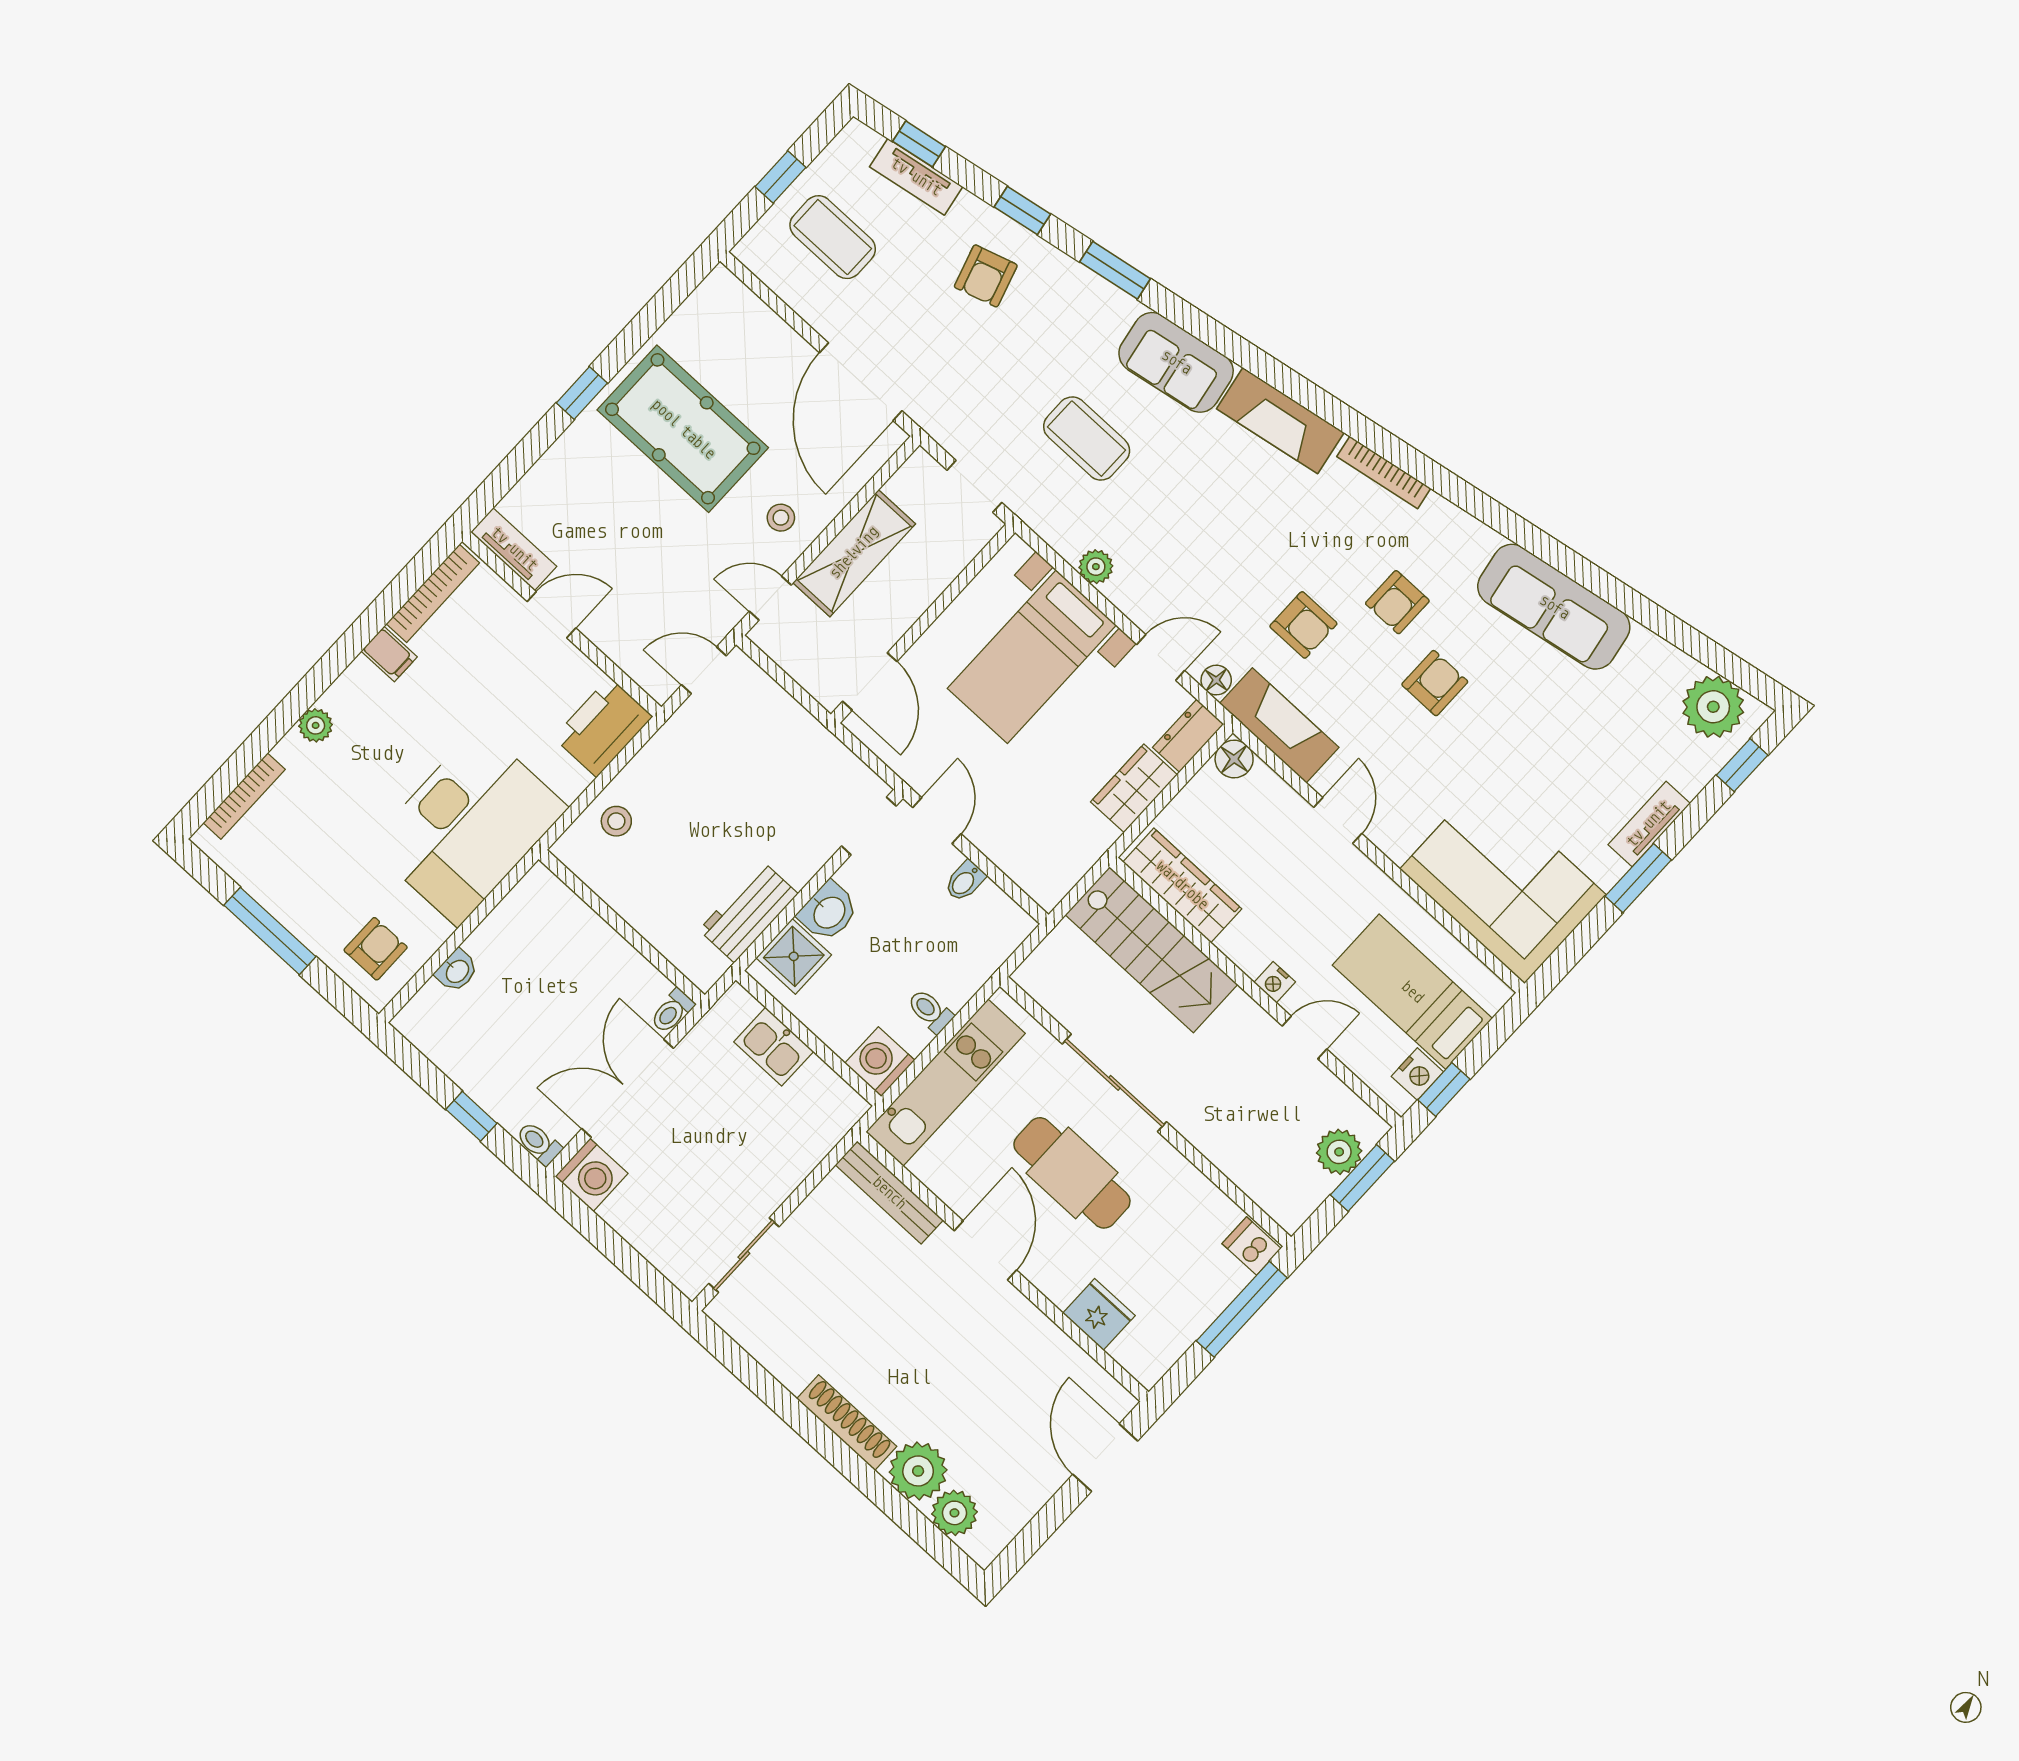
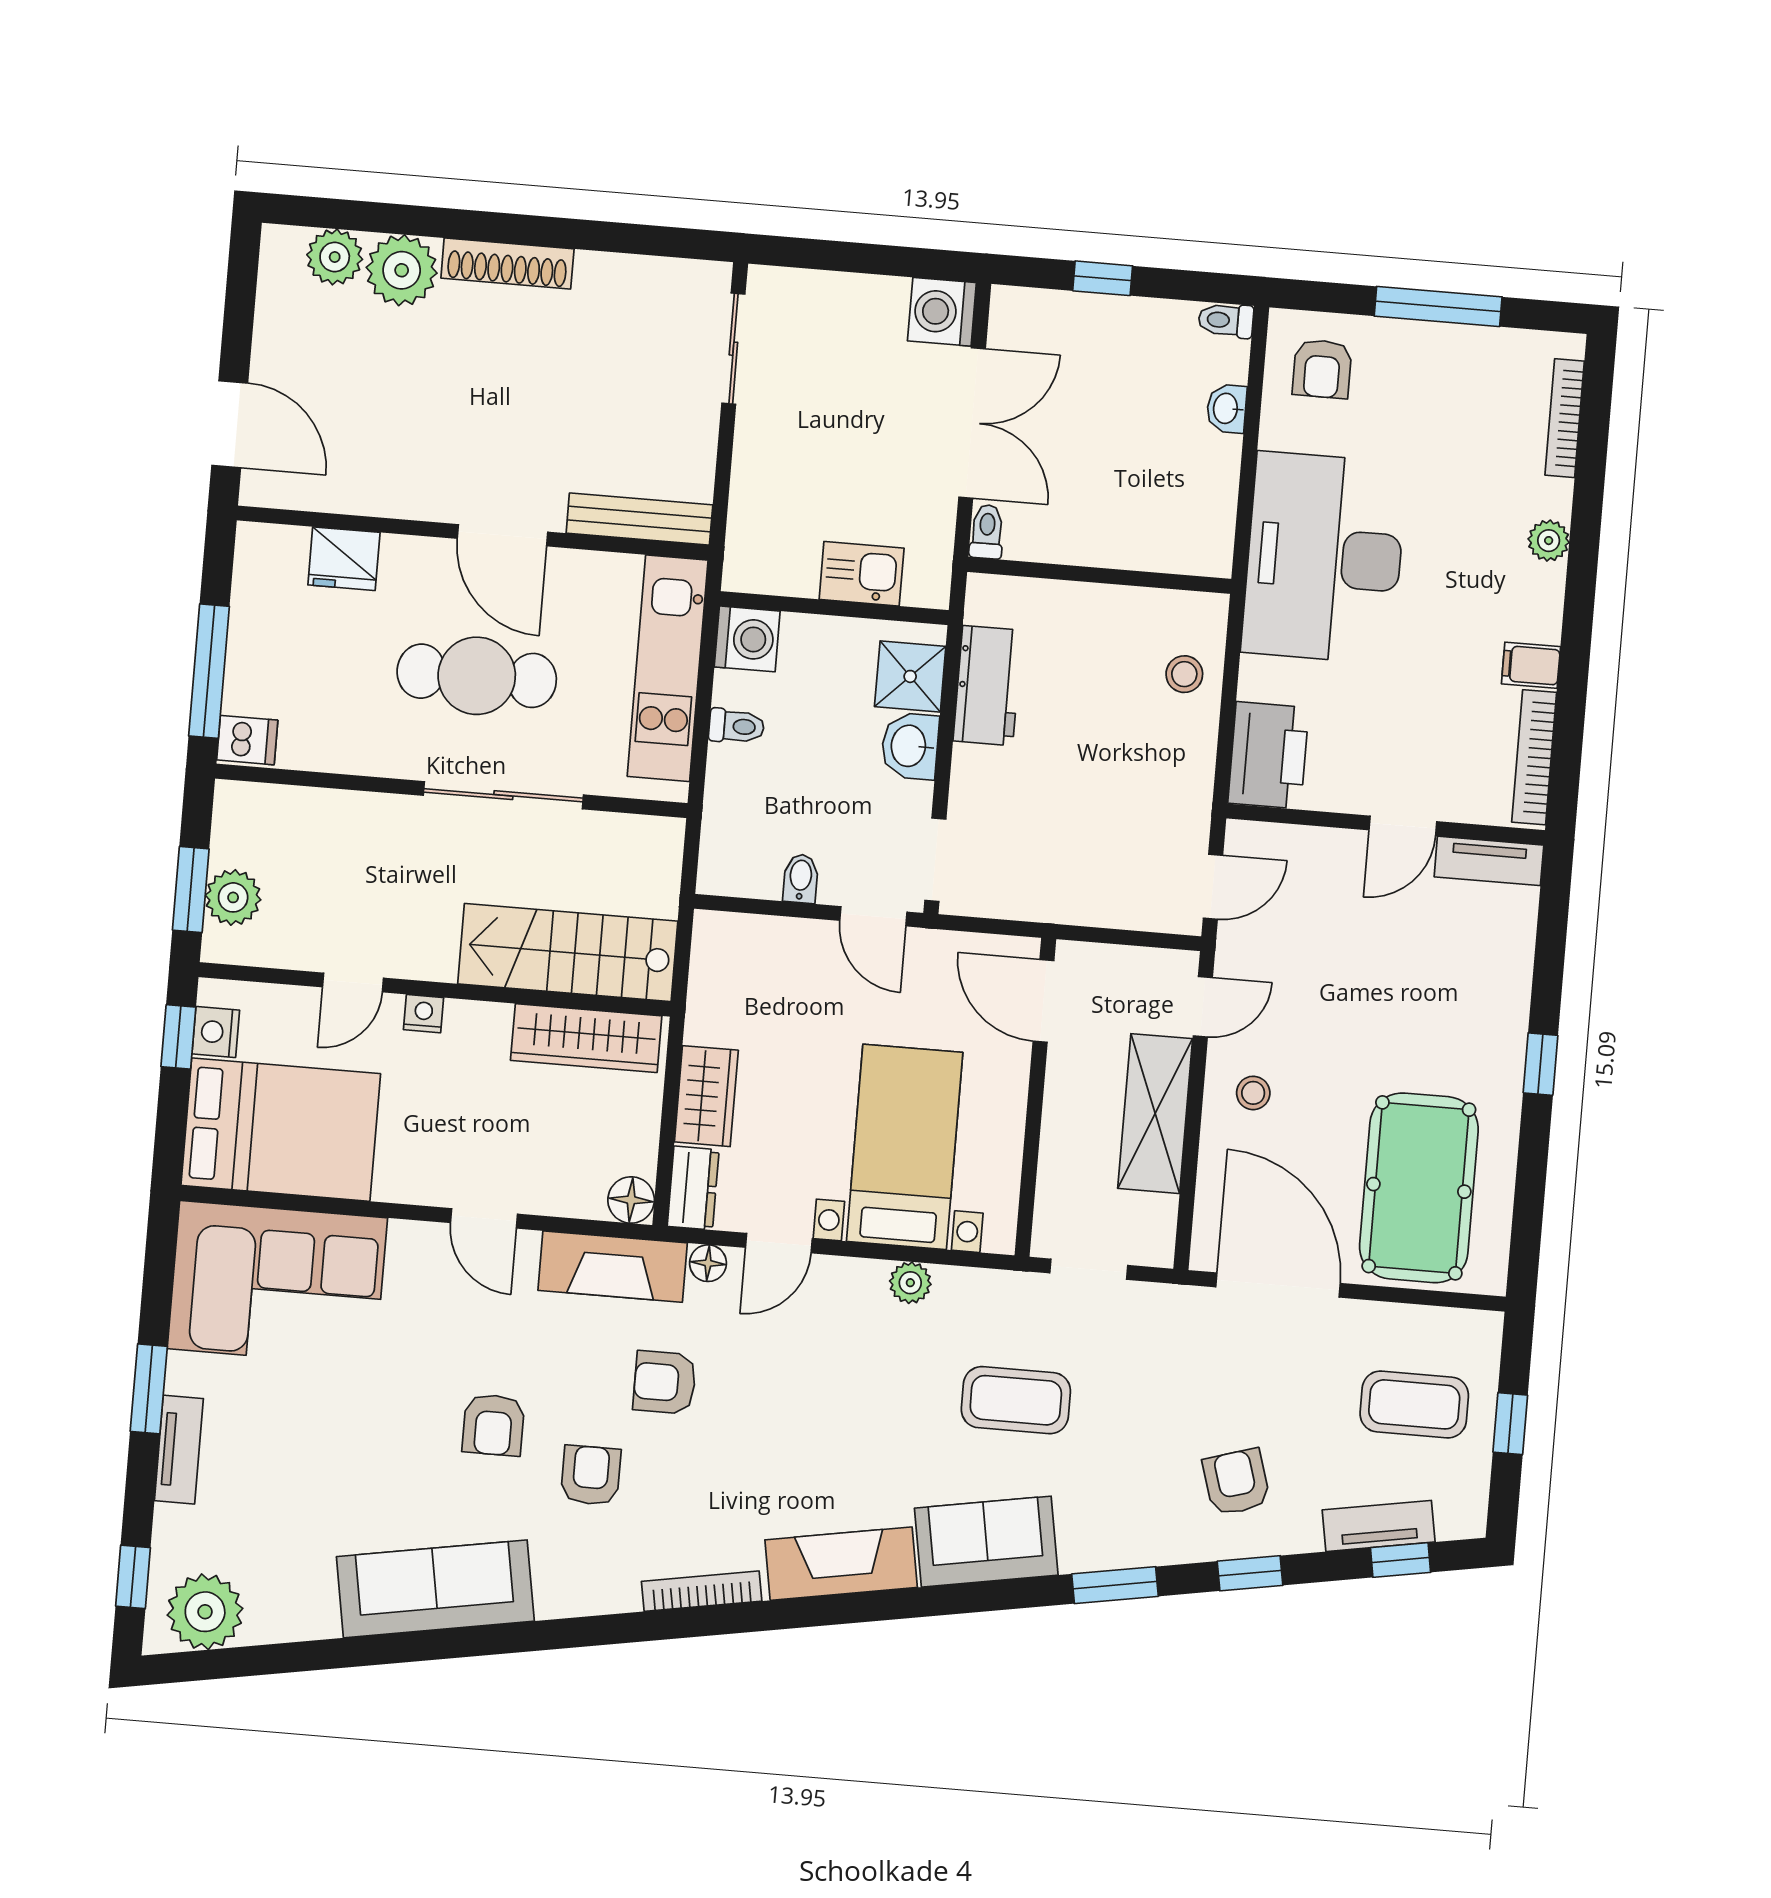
pool table: (683, 429) -> (1419, 1188), moved, turned 90
bed: (1412, 992) -> (281, 1130), width x1.50
toilet: (539, 1143) -> (1226, 320), moved, turned 180

